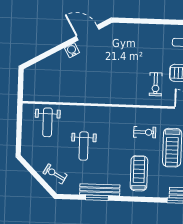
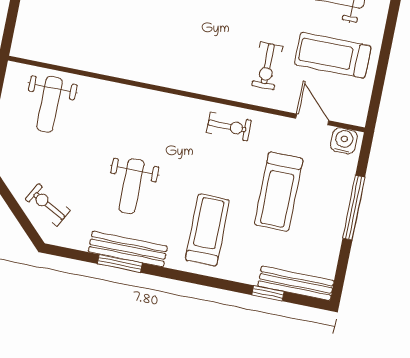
exercise bike: (145, 132) -> (229, 126), moved
weight bench: (84, 146) -> (132, 186), moved

